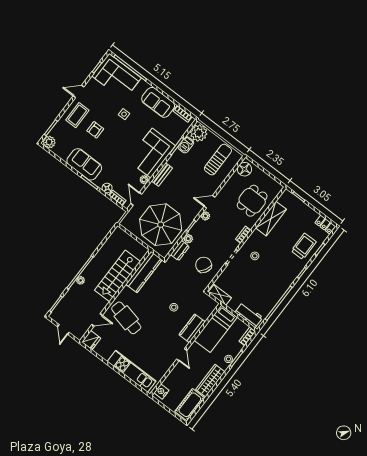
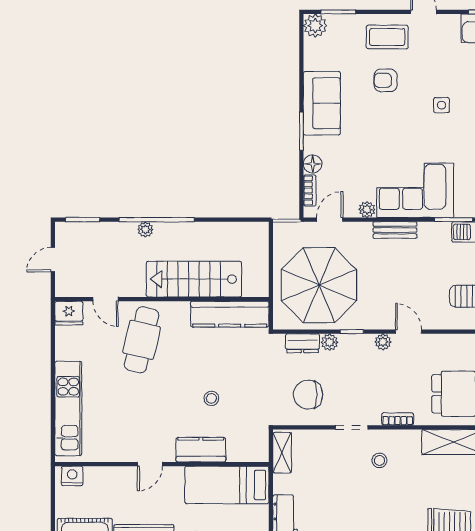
chair: (204, 265) -> (308, 395), turned -119

